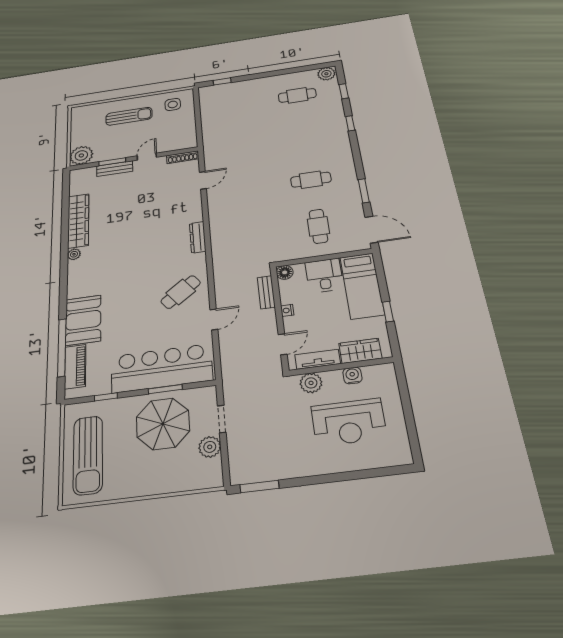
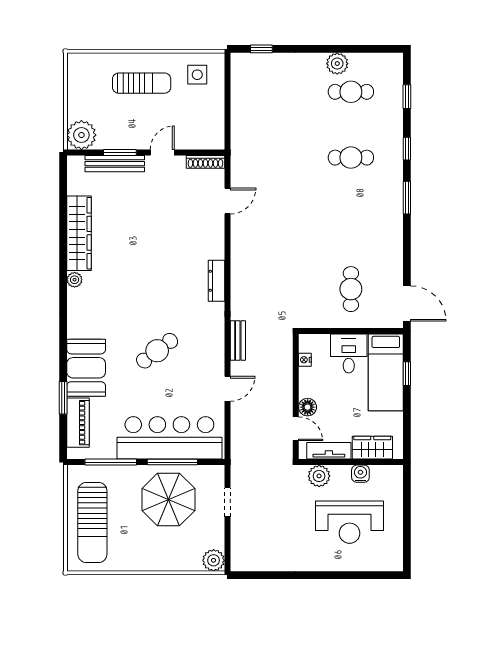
plant: (326, 74) -> (337, 64), moved
bench: (115, 169) -> (115, 164), width x1.36
cafe table: (311, 180) -> (351, 158), moved
window: (364, 191) -> (407, 198), moved
floor lamp: (285, 272) -> (308, 407), moved
cafe table: (181, 292) -> (157, 351), moved
bench: (266, 292) -> (238, 341), moved
nightstand: (287, 310) -> (305, 360), moved
window: (388, 312) -> (407, 374), moved
door: (283, 344) -> (296, 429), hinge flipped
window: (62, 347) -> (63, 398), width x0.47
window: (165, 389) -> (172, 462), width x1.44
window: (106, 397) -> (111, 462), width x2.17
plant: (210, 447) -> (214, 560), moved
window: (259, 486) -> (258, 575), removed

